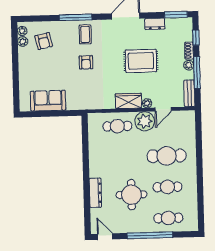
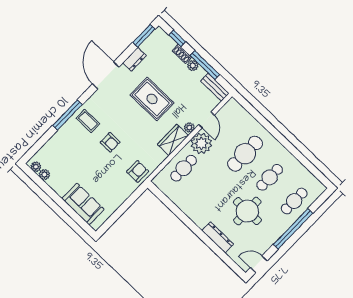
armchair: (44, 41) -> (138, 171), moved, turned -78
rug: (141, 61) -> (152, 99), turned 90
sofa: (48, 101) -> (83, 204), moved, turned 90

